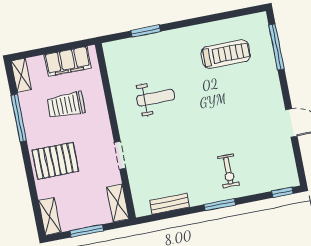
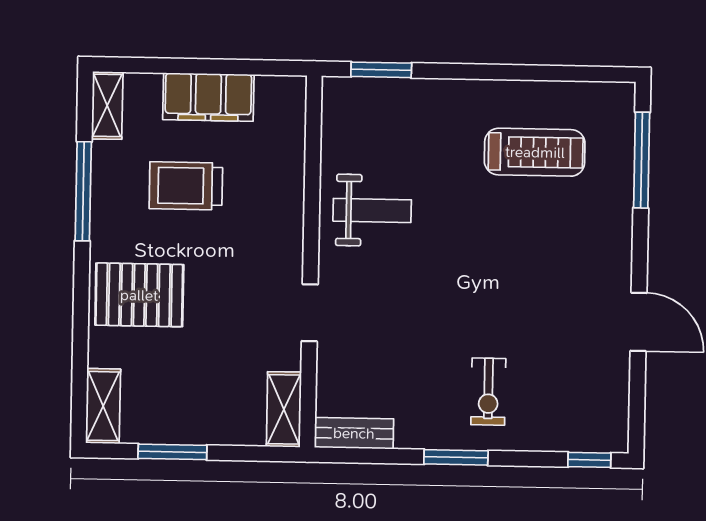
wall: (115, 131) -> (311, 261), moved
doorway: (120, 155) -> (310, 313), moved
shelving: (118, 203) -> (284, 409), moved

